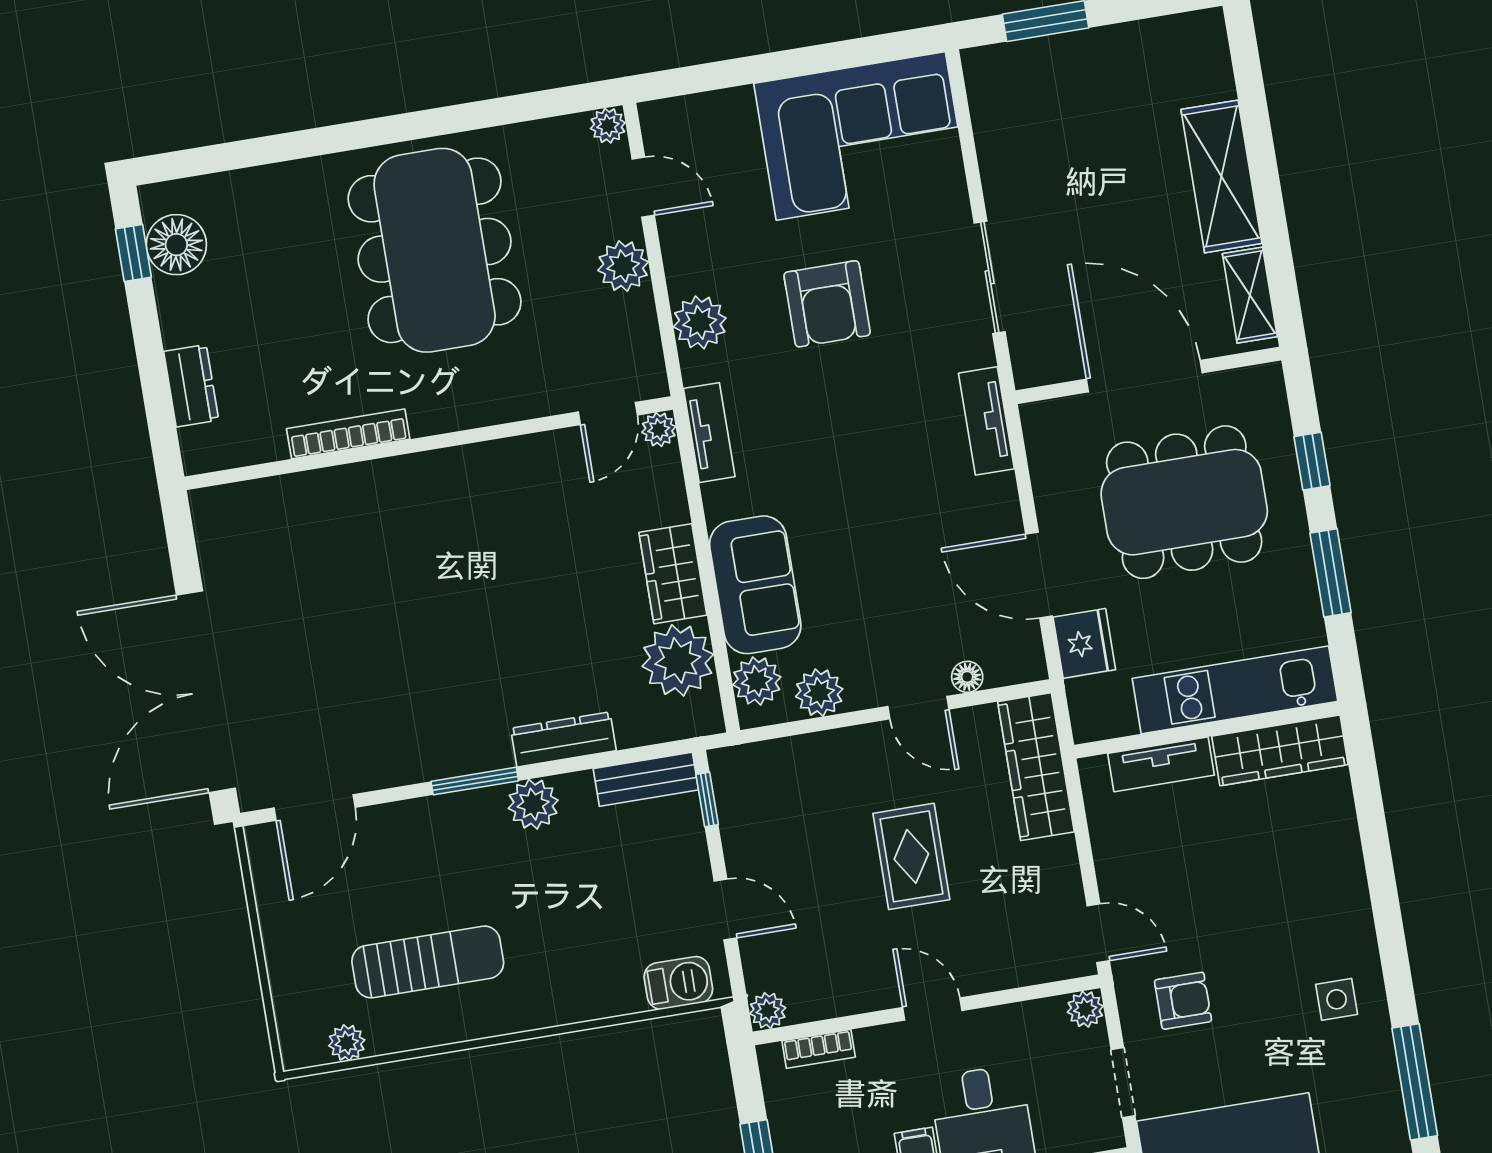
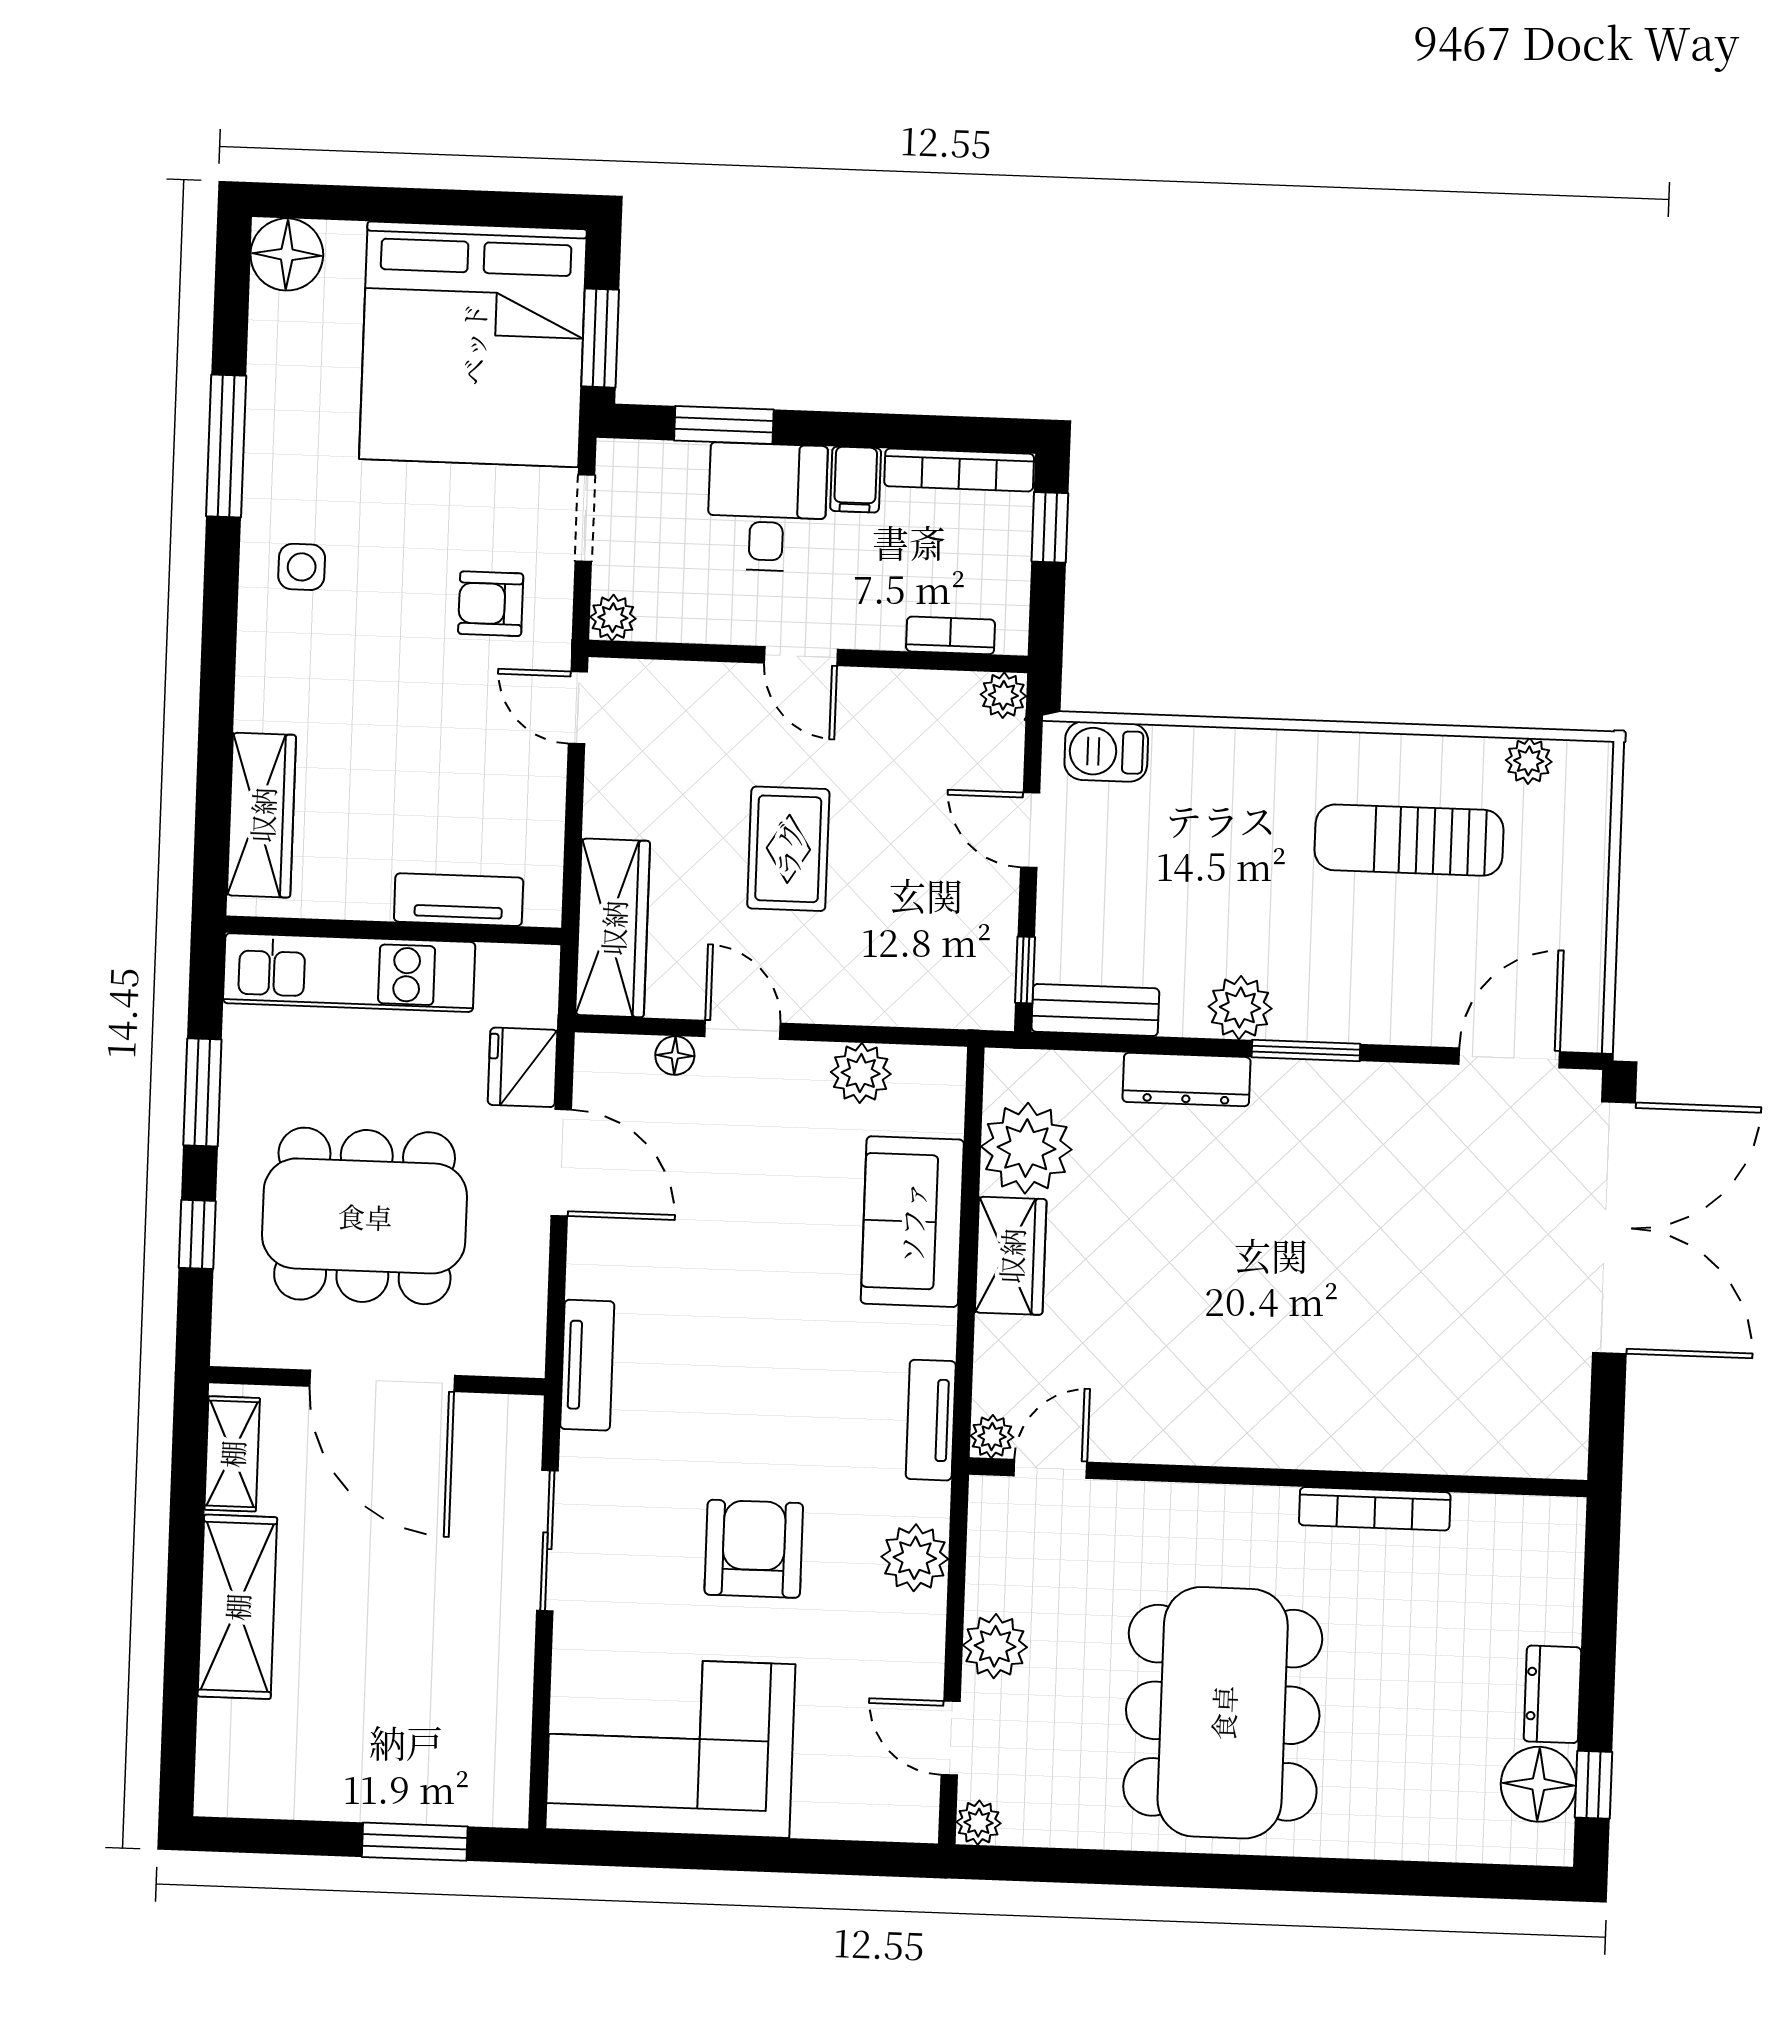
dresser: (191, 386) -> (1552, 1694), moved
plant: (757, 681) -> (934, 1103), removed
wardrobe: (1280, 750) -> (262, 815), moved, turned 90

